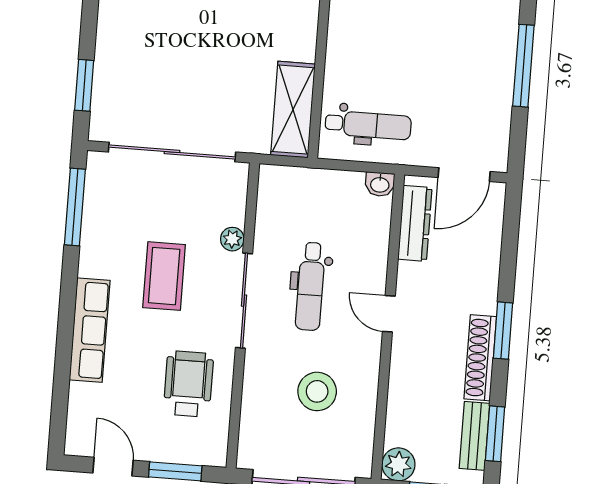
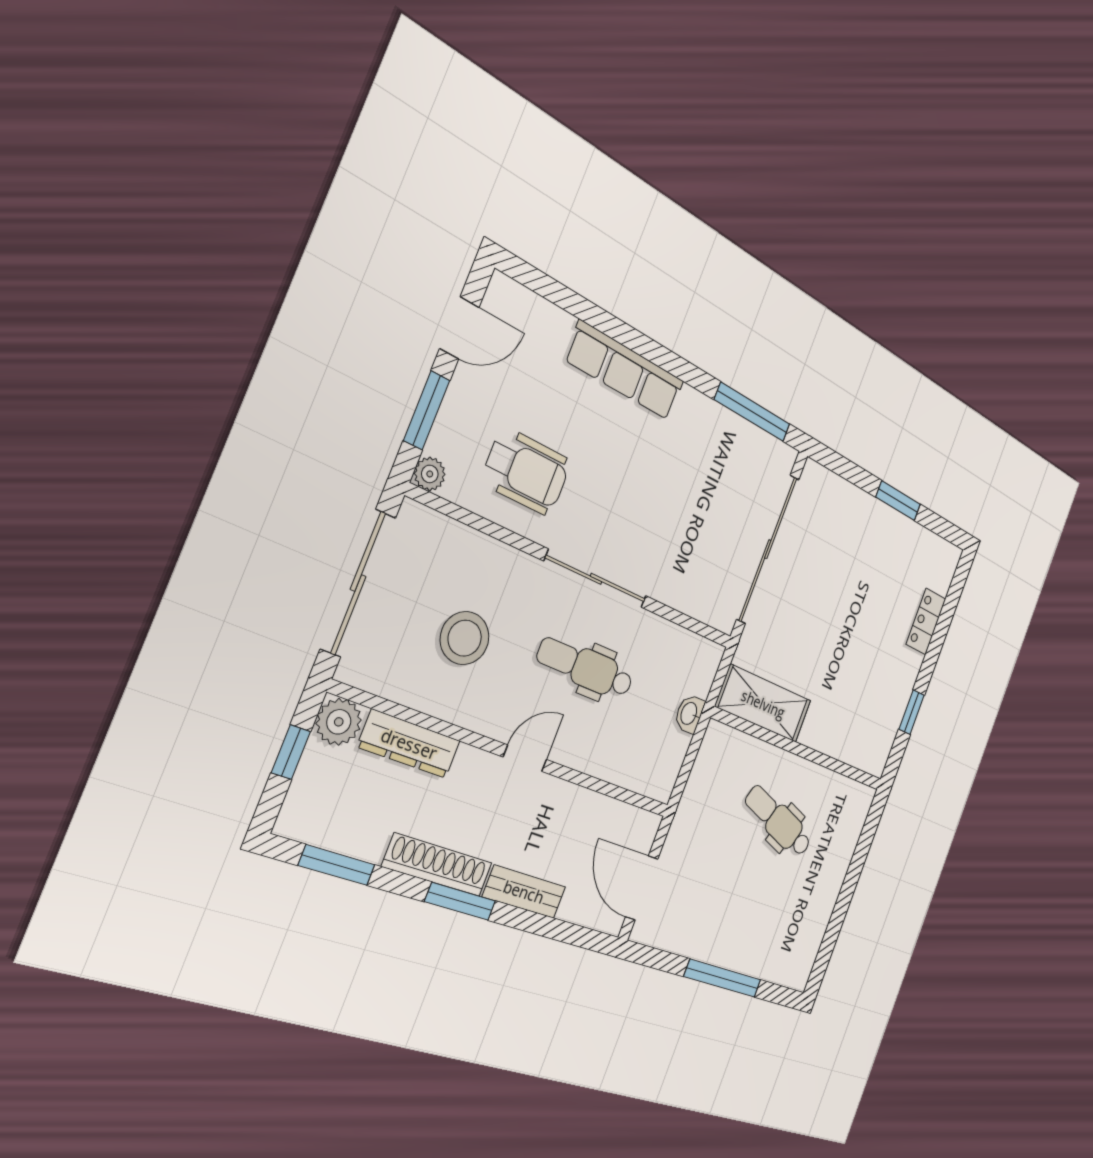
window: (84, 85) -> (898, 501), moved
dental chair: (368, 125) -> (778, 821), moved, turned 109
washbasin: (380, 184) -> (689, 714), moved
dresser: (415, 223) -> (409, 744), moved
plant: (232, 239) -> (430, 474), moved
coffee table: (164, 276) -> (652, 489), removed
bench: (474, 436) -> (524, 892), moved

